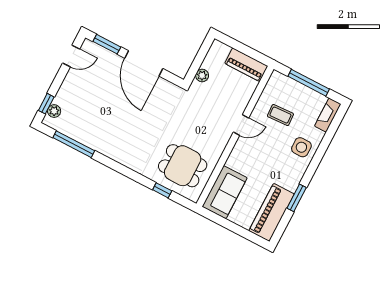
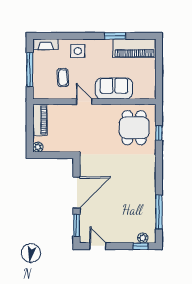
plant: (202, 76) -> (38, 147), moved
sofa: (225, 192) -> (114, 89), moved

